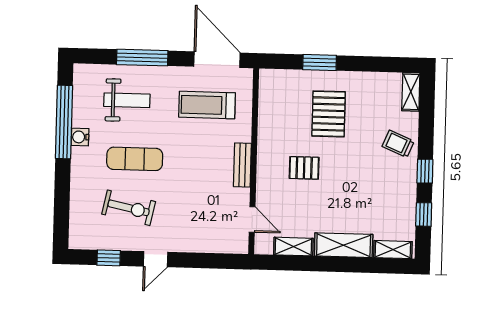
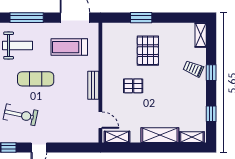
exercise mat: (135, 159) -> (36, 79), moved
window: (425, 171) -> (211, 73), moved
shelving: (293, 247) -> (117, 137), moved

